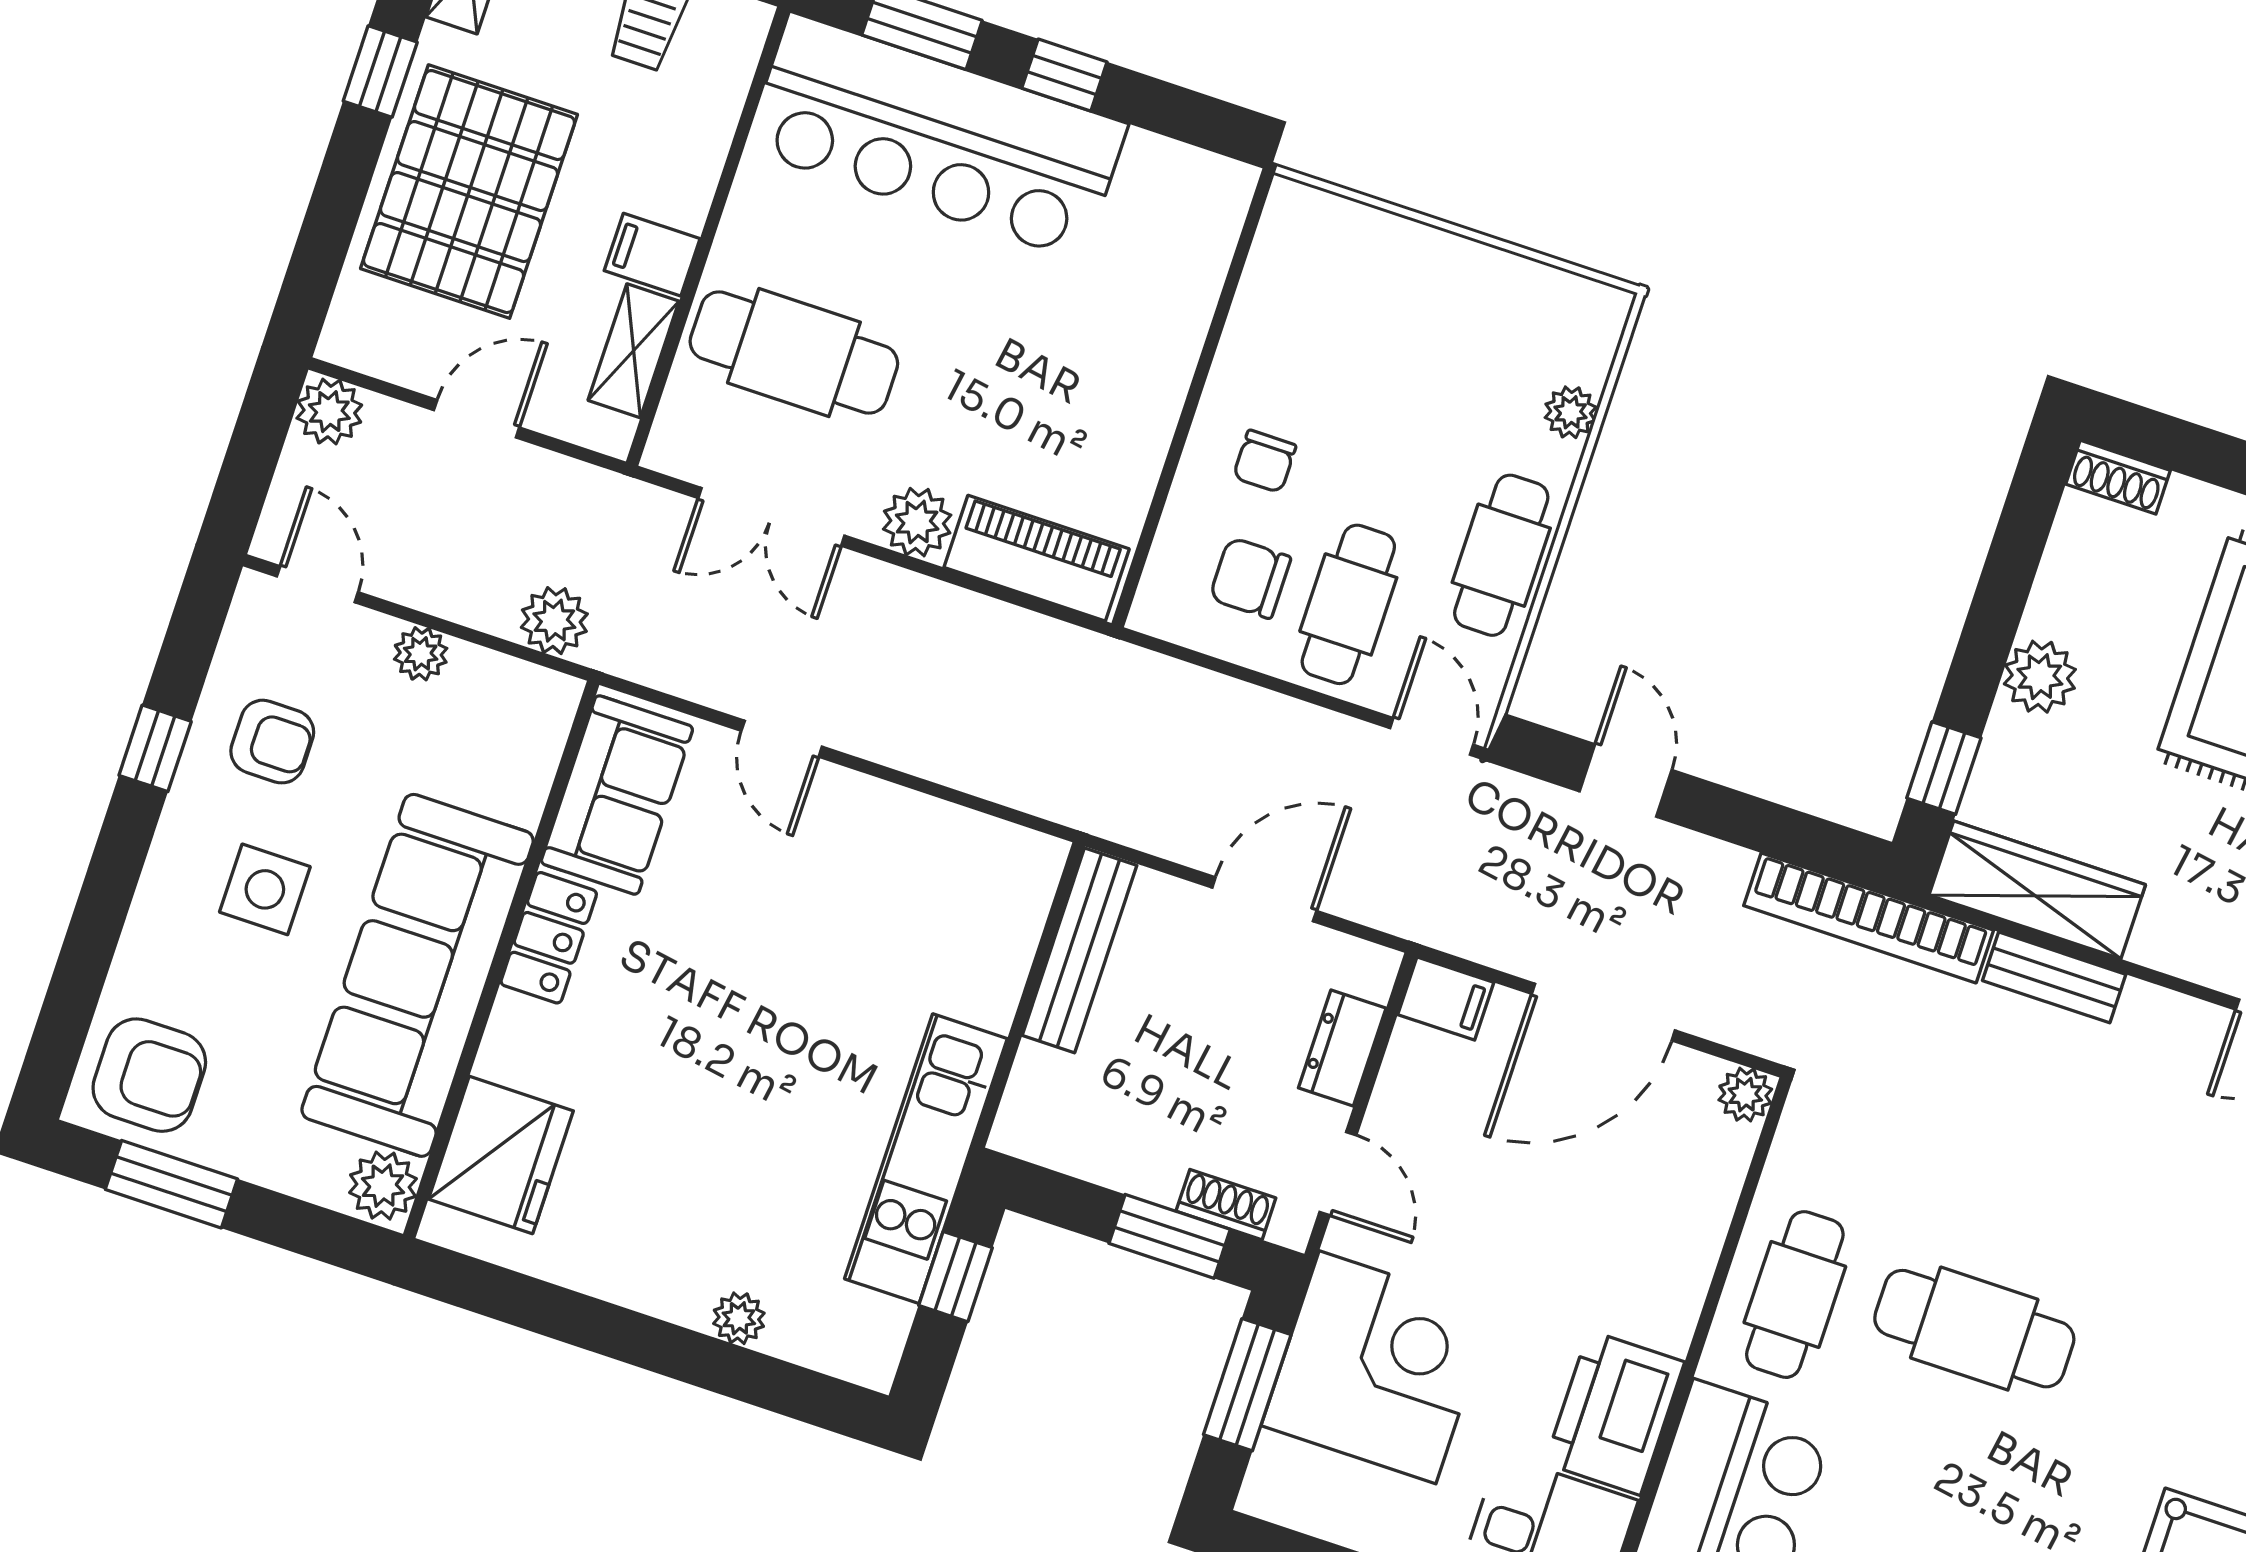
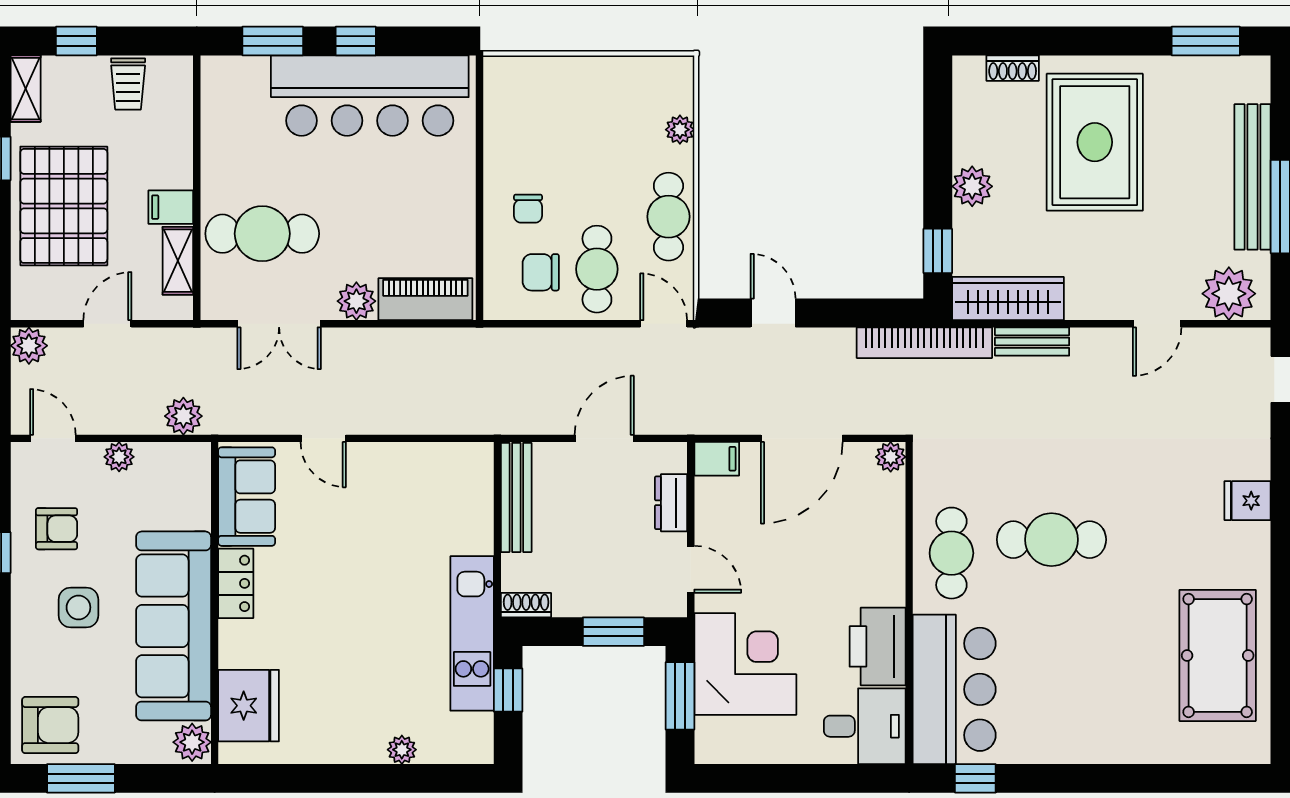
bar counter: (936, 137) -> (370, 96), moved
shoe rack: (2118, 477) -> (1013, 68), moved
shoe rack: (1226, 1205) -> (526, 605), moved

